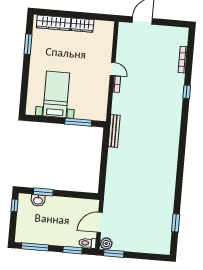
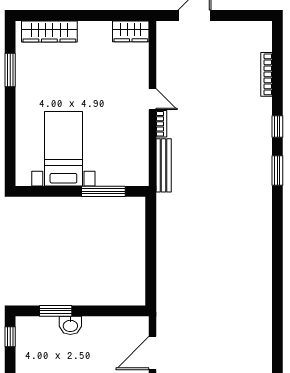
wardrobe: (82, 25) -> (131, 31), moved
bench: (114, 131) -> (164, 165), moved
washbasin: (38, 200) -> (70, 325), moved
window: (176, 223) -> (277, 171), moved

